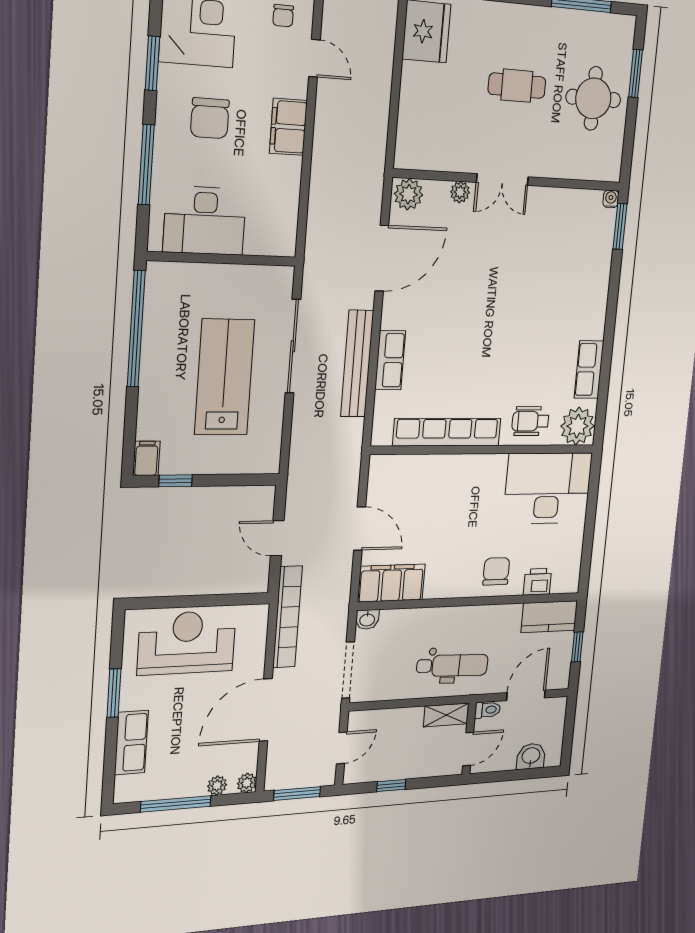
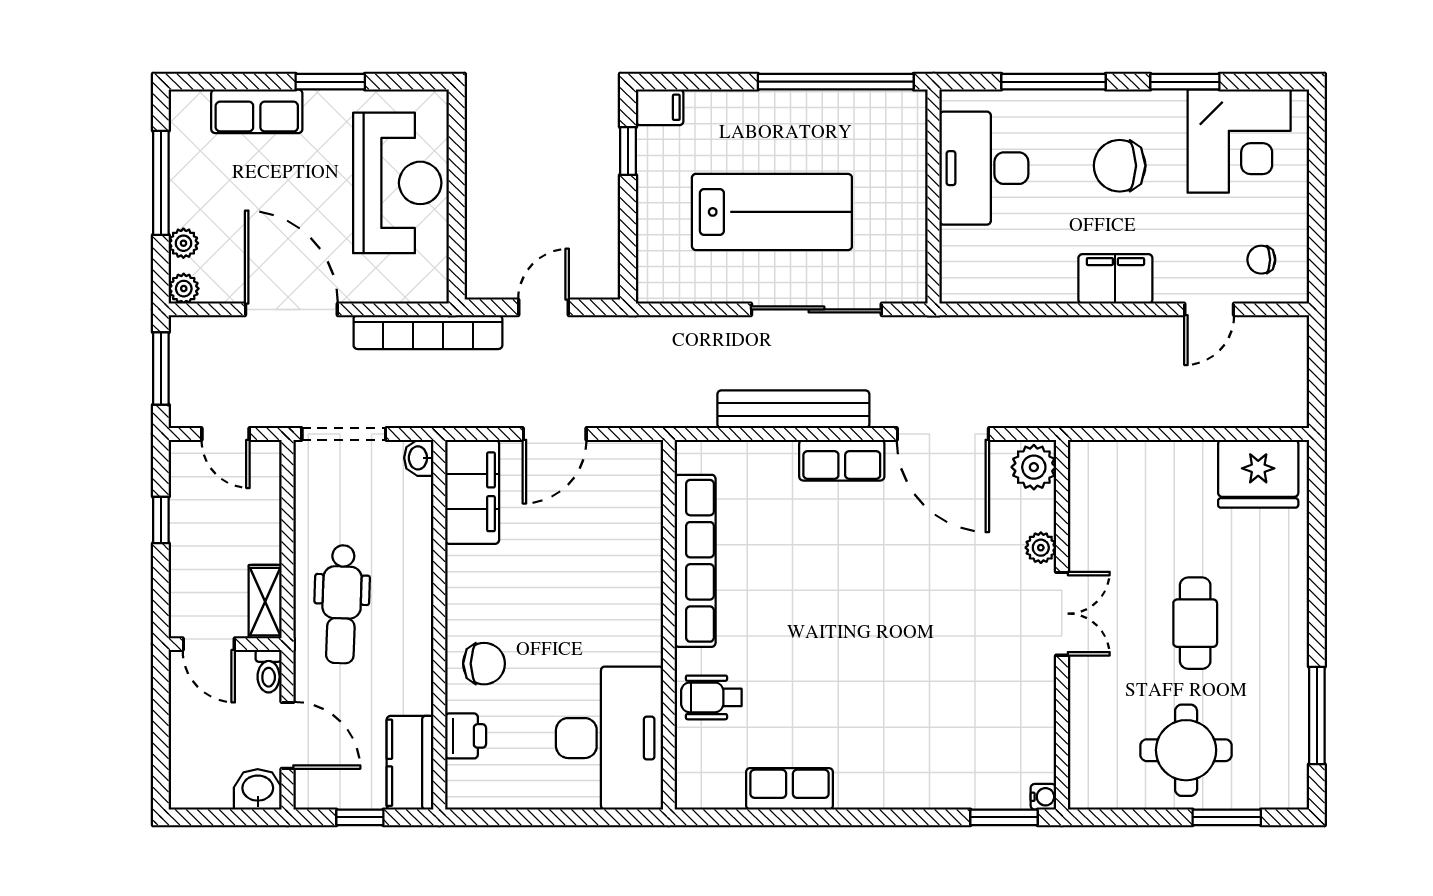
double door: (502, 180) -> (1062, 614), swing flipped
row of seats: (390, 360) -> (842, 460), moved
wheelchair: (530, 421) -> (711, 697), turned -90
plant: (577, 426) -> (704, 779), removed
washbasin: (531, 756) -> (258, 789), moved, turned -90

